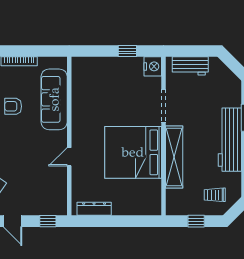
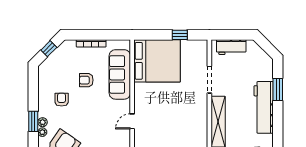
nightstand: (153, 66) -> (200, 47), removed
bed: (133, 152) -> (157, 61), moved, turned 180

